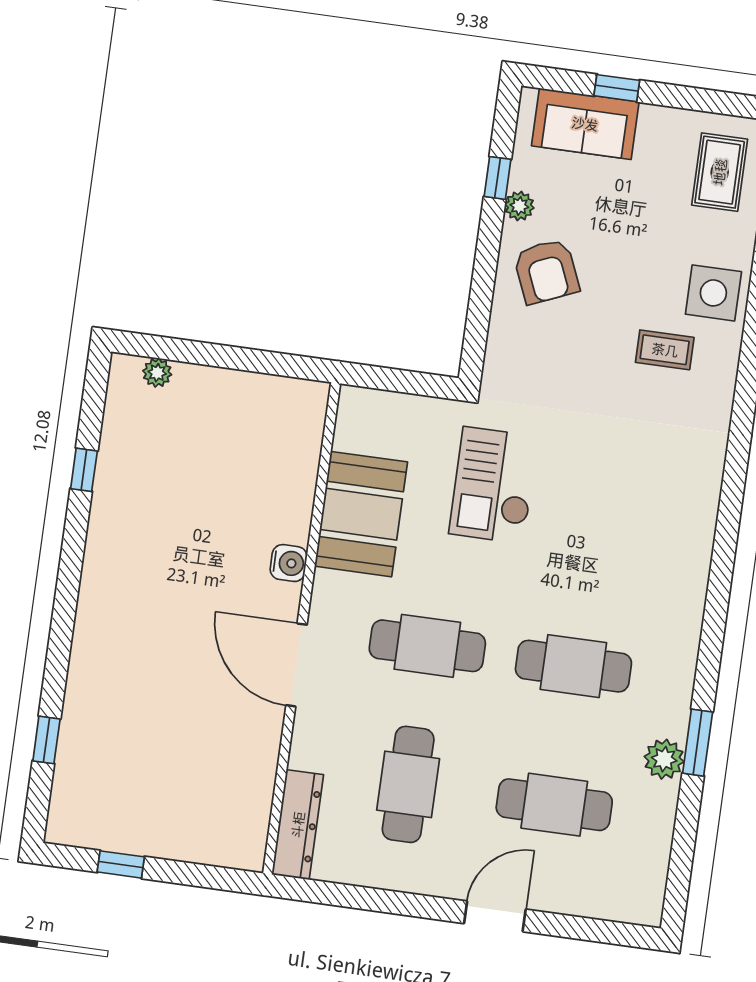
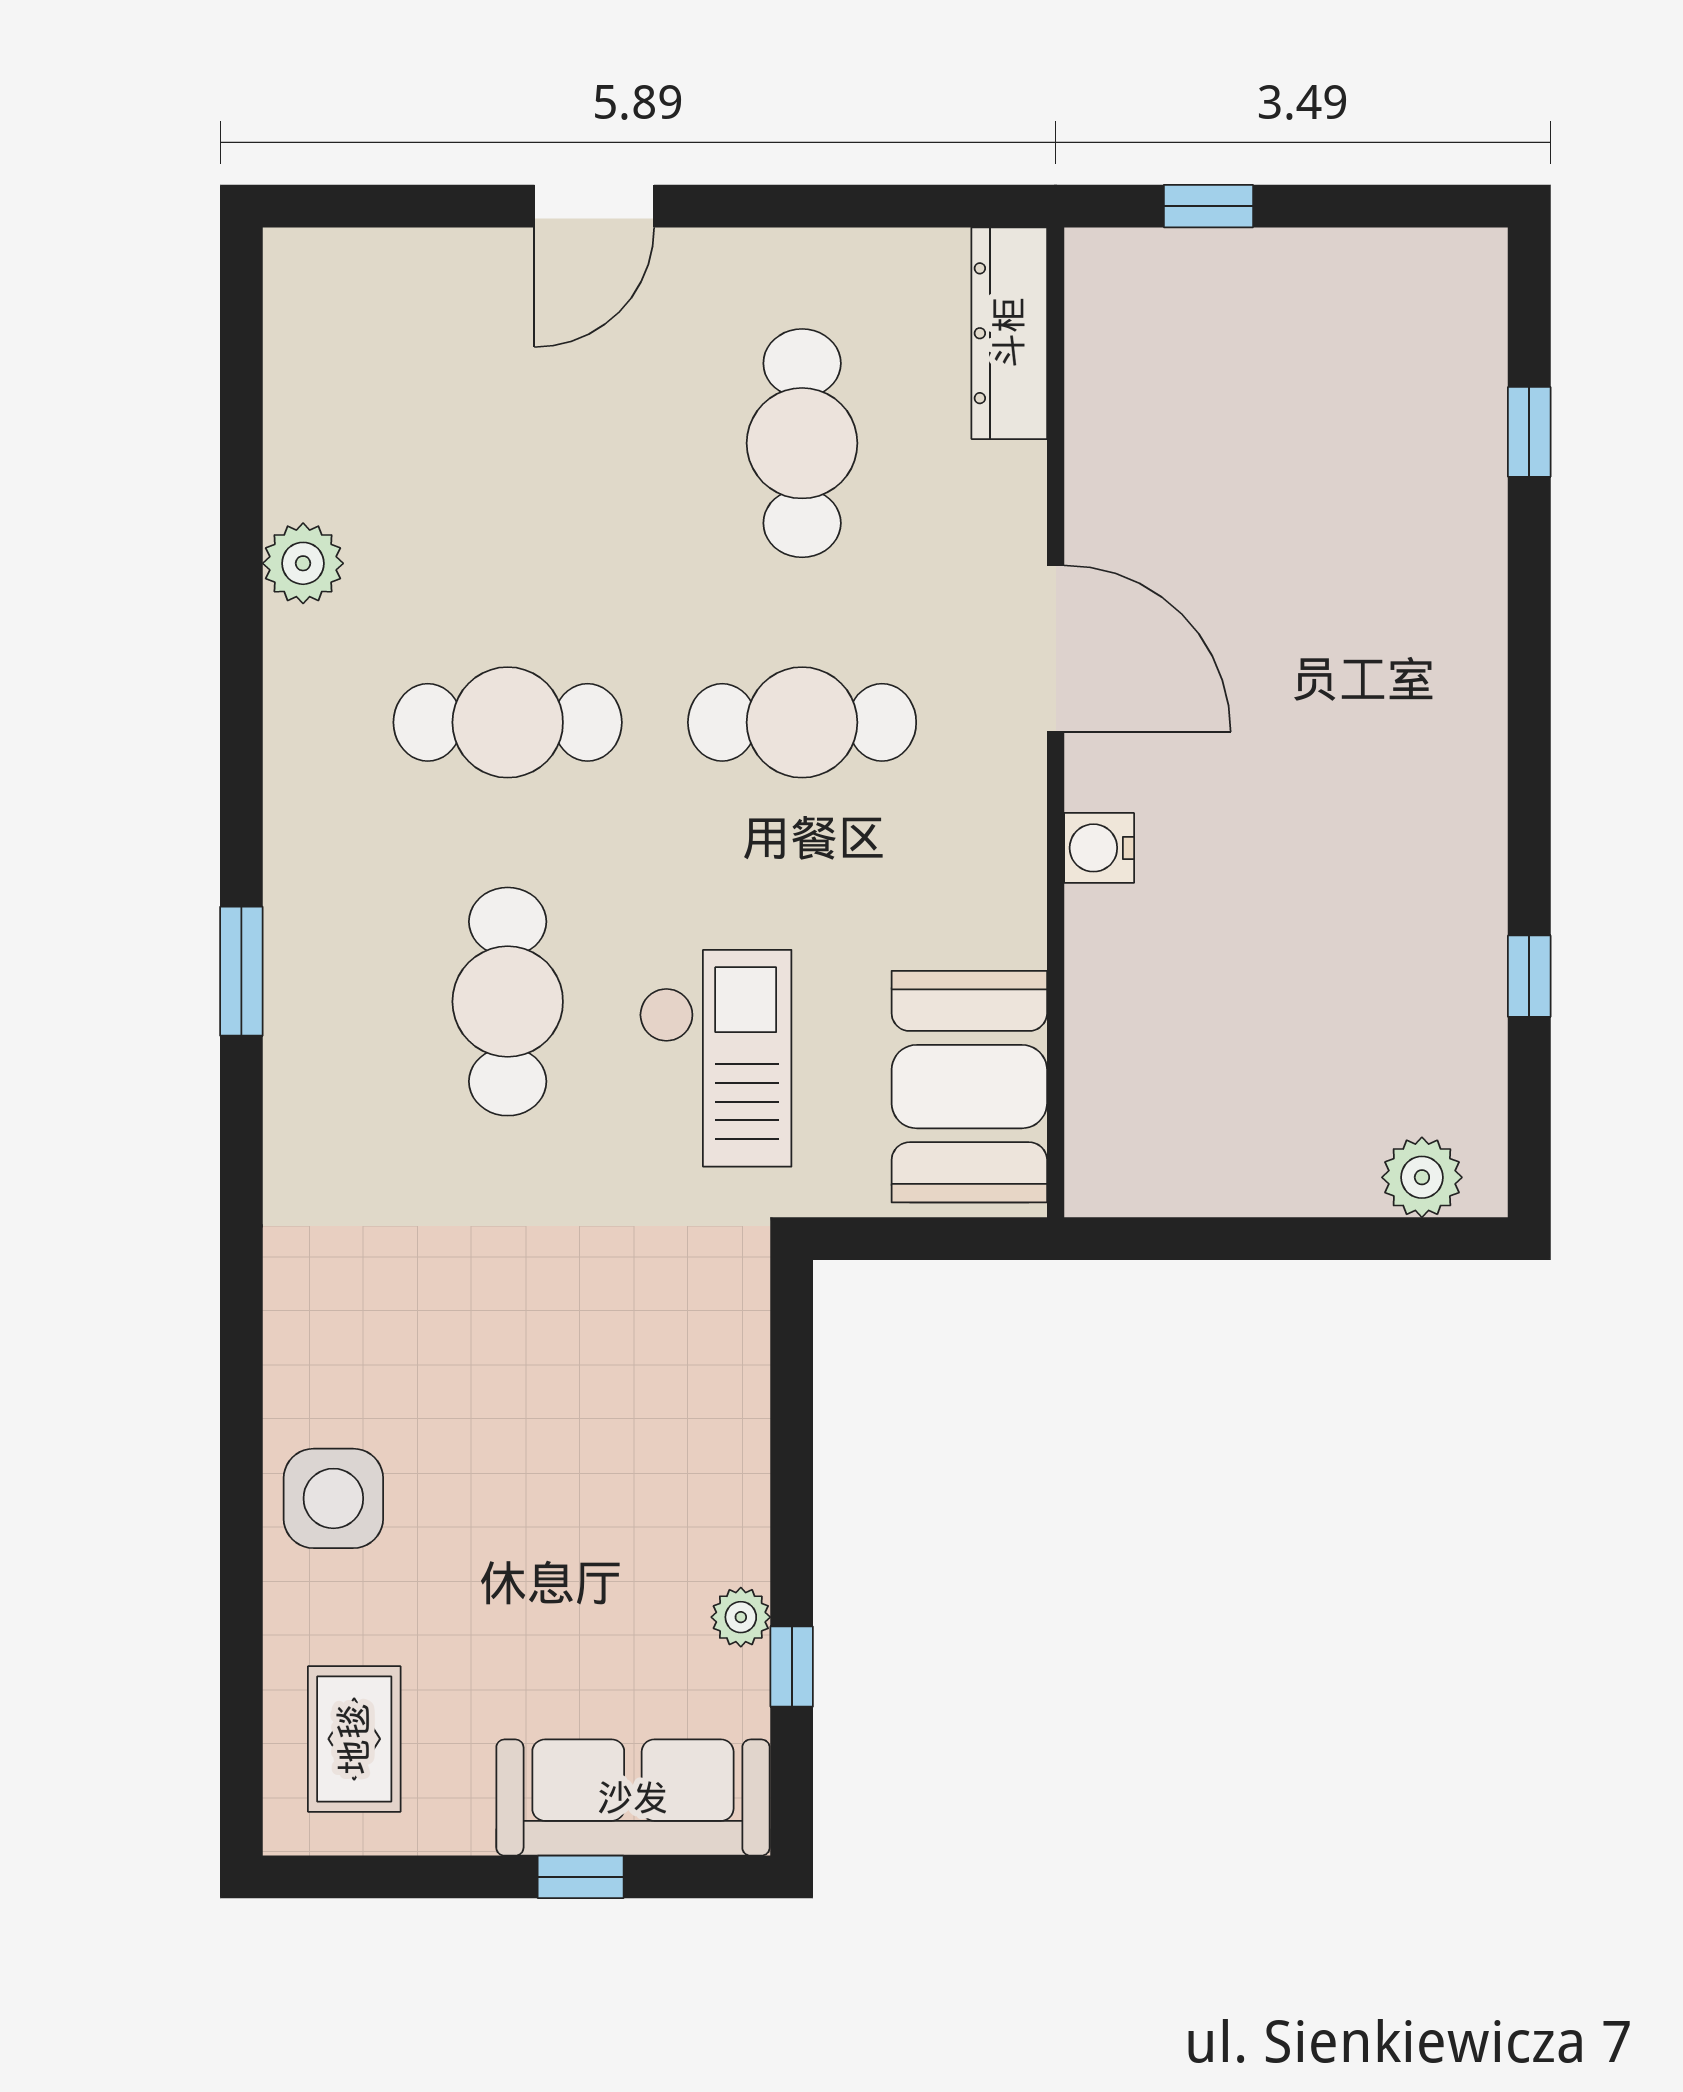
sofa: (585, 124) -> (633, 1798), width x1.36
armchair: (546, 271) -> (670, 1495), removed
coffee table: (665, 350) -> (414, 1373), removed
plant: (157, 373) -> (1422, 1177), width x1.38, depth x1.38
booth: (361, 514) -> (969, 1087), moved
window: (698, 743) -> (241, 971), moved
cafe table: (554, 805) -> (508, 1002), moved, turned 90
window: (121, 864) -> (1208, 206), moved

